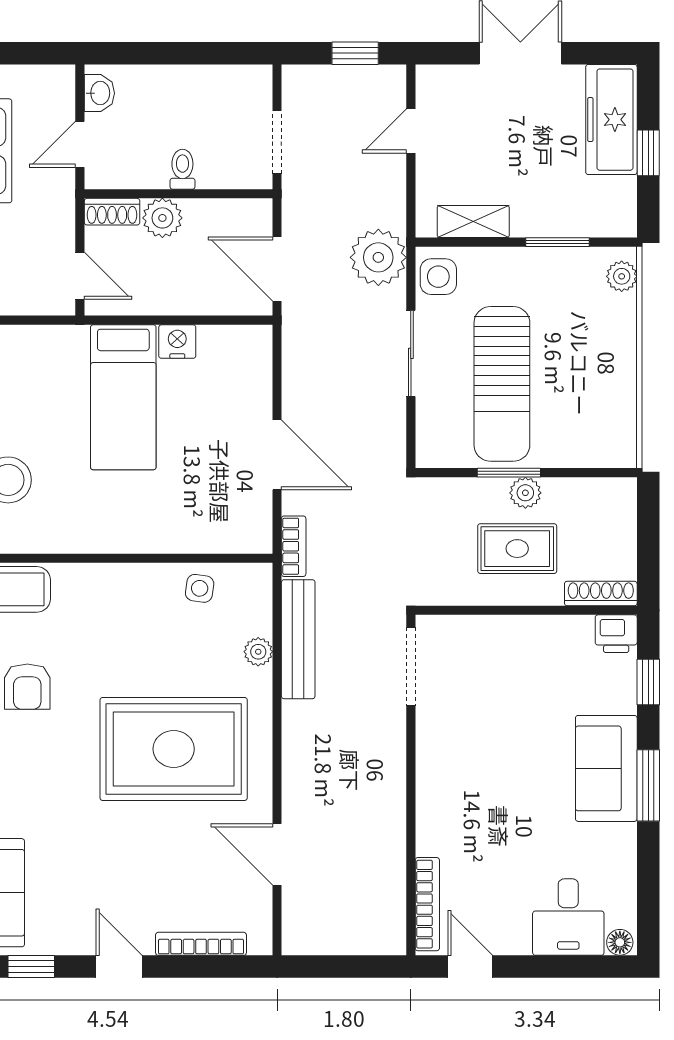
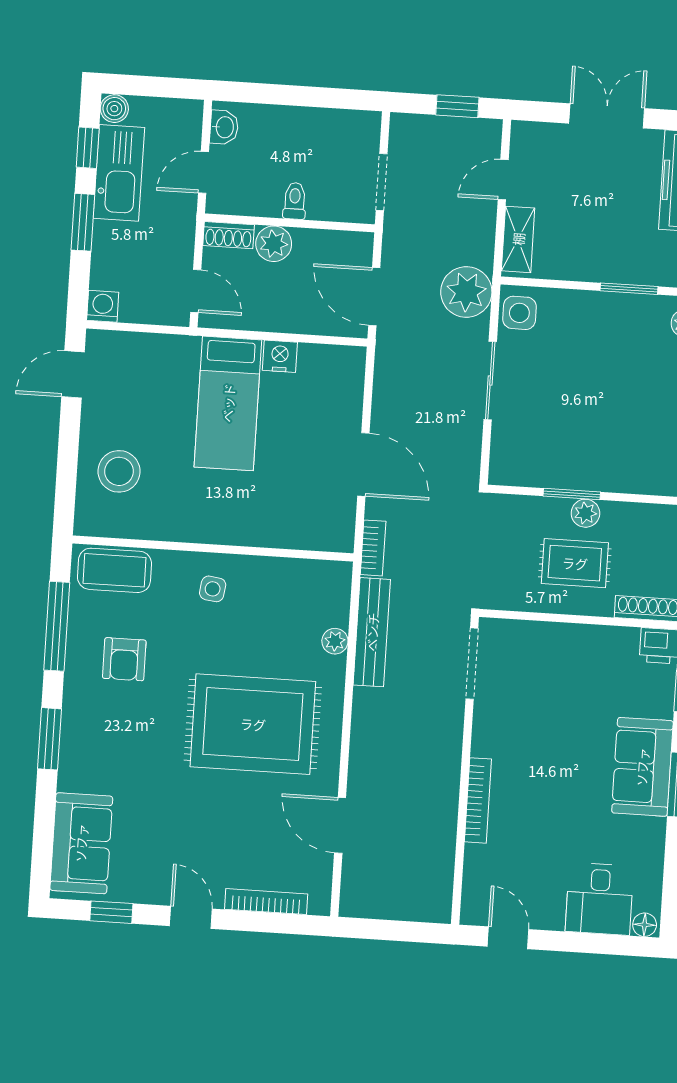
shelving: (473, 221) -> (518, 239), moved, turned 90
sun lounger: (502, 384) -> (571, 413), removed
side table: (200, 588) -> (213, 589), moved
bookcase: (427, 904) -> (478, 800), moved

